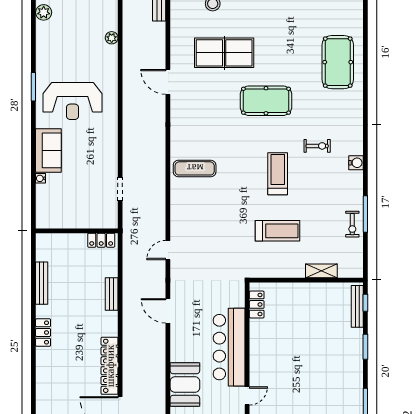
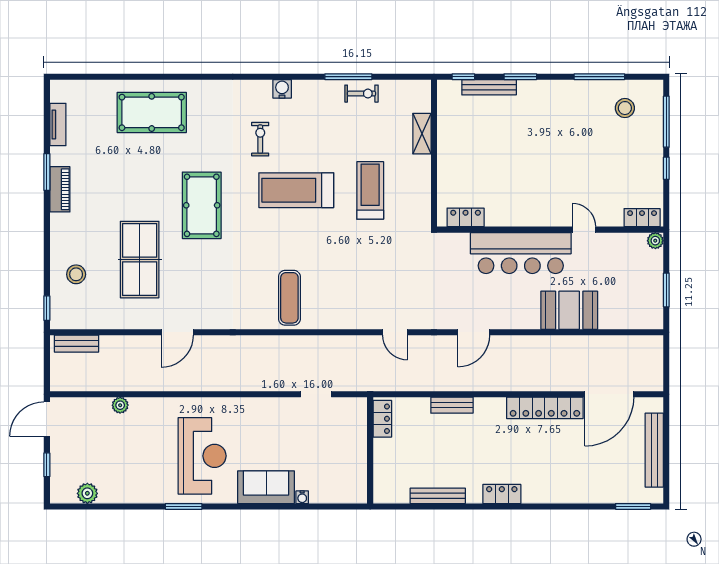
treadmill: (278, 174) -> (296, 190), width x1.37, depth x1.38
bench: (357, 306) -> (489, 87), moved

